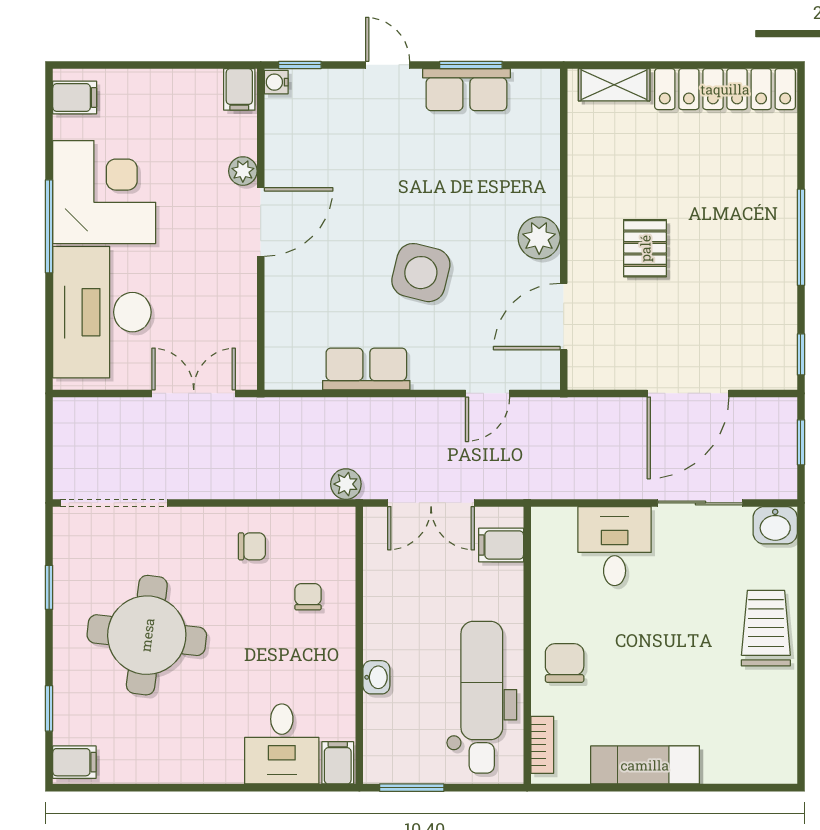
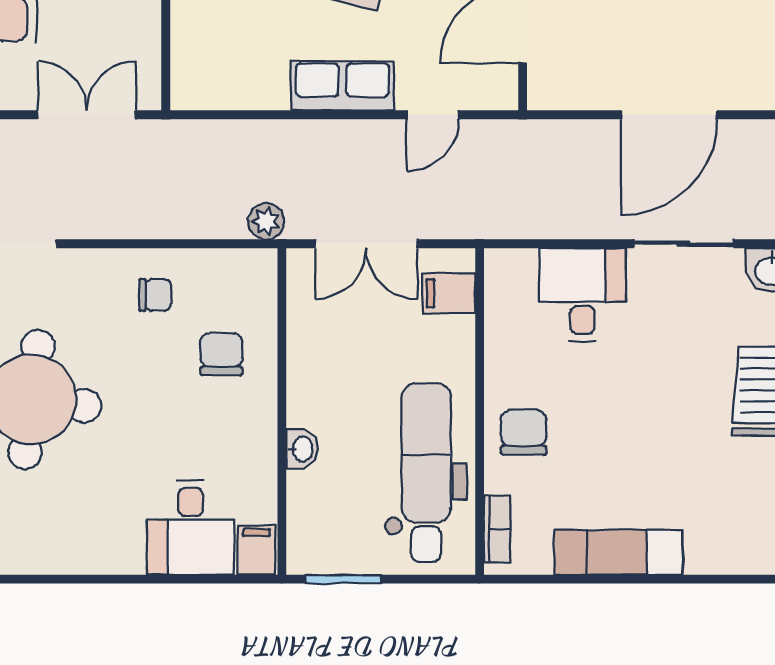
row of seats: (366, 369) -> (342, 86), moved
chair: (308, 597) -> (221, 354), width x1.37, depth x1.37

